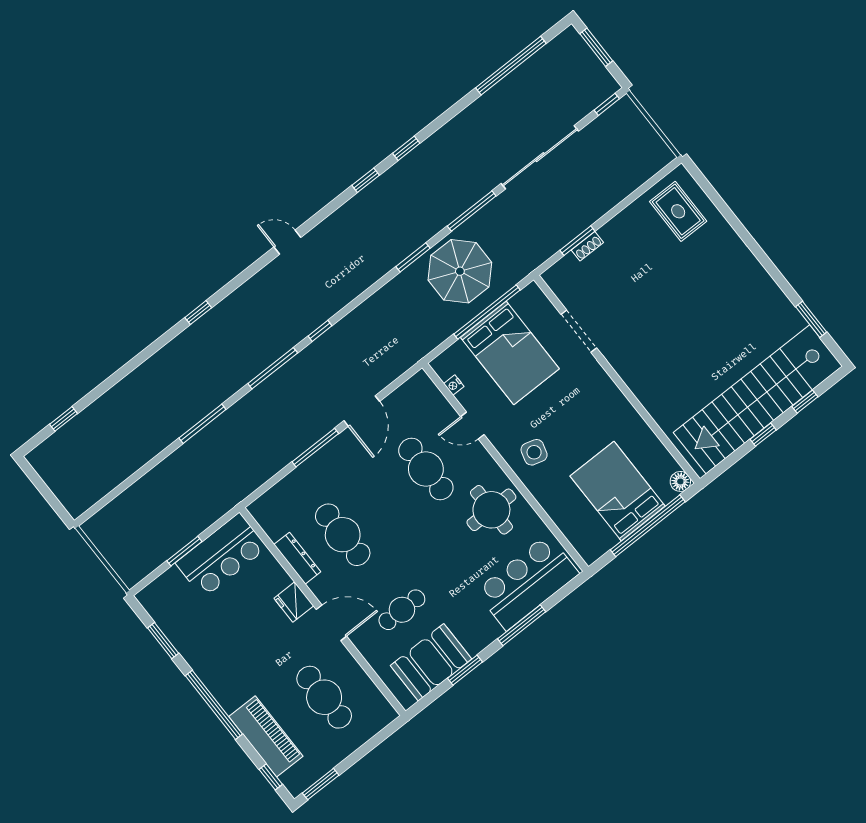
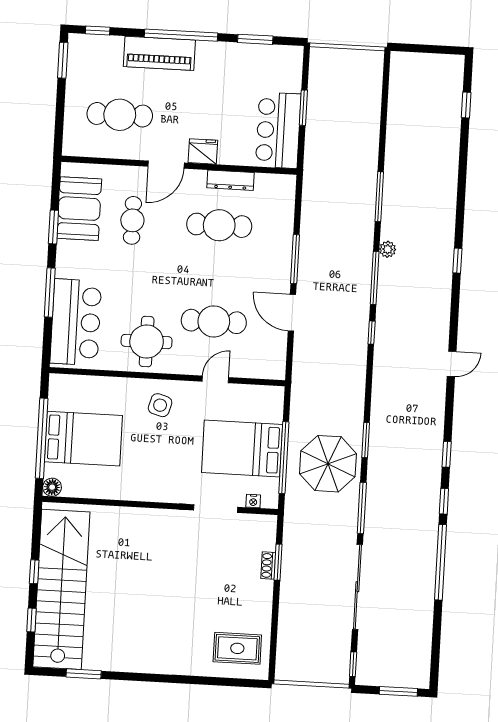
window: (511, 66) -> (441, 562), moved
plant: (240, 378) -> (388, 249), added
nightstand: (454, 385) -> (253, 501), moved, turned 180
piano: (266, 736) -> (159, 53), moved

